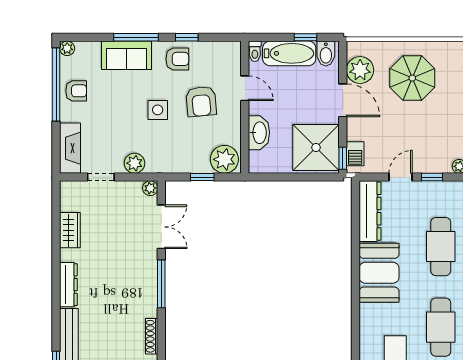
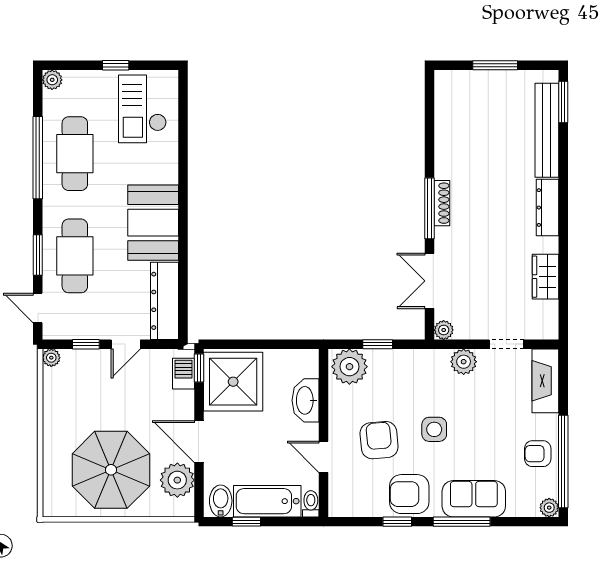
armchair: (177, 59) -> (409, 494), width x1.38, depth x1.38
parasol: (412, 78) -> (111, 470), width x1.36, depth x1.36
shoe rack: (152, 336) -> (442, 203), moved

